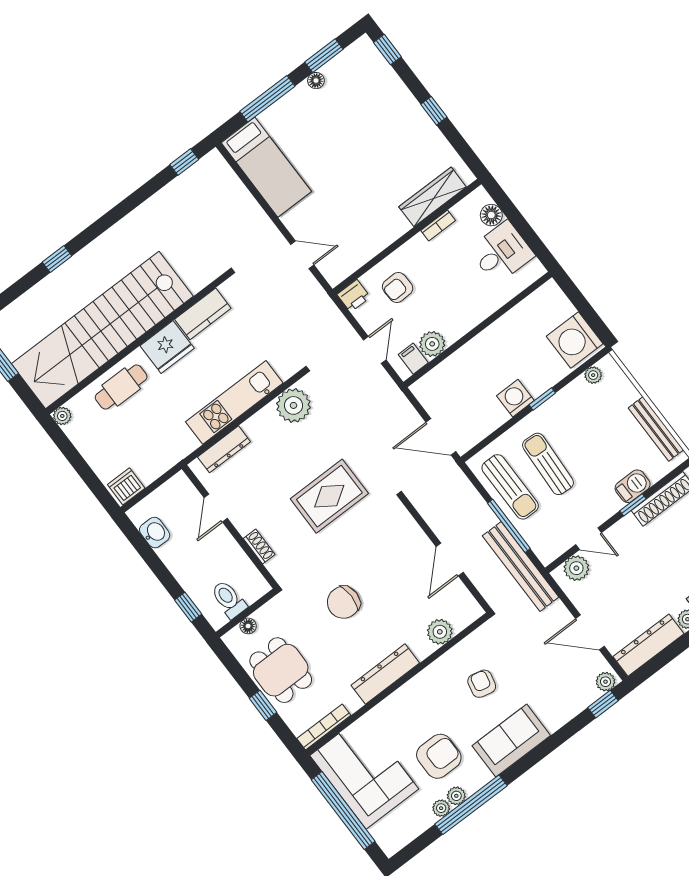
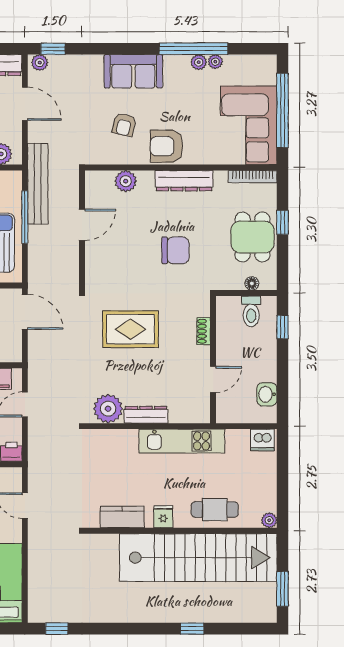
fridge: (167, 347) -> (163, 517), width x0.53, depth x0.75
kitchen unit: (234, 402) -> (182, 441), moved
dresser: (224, 449) -> (146, 415), moved
armchair: (439, 756) -> (167, 146), moved

